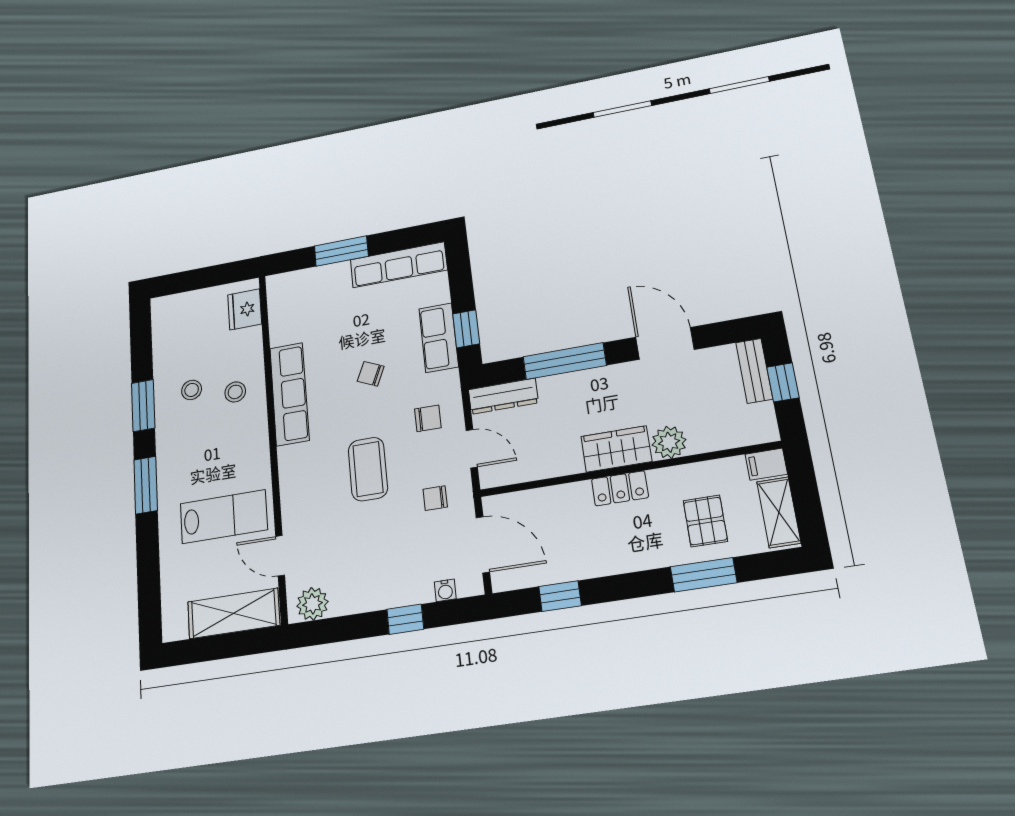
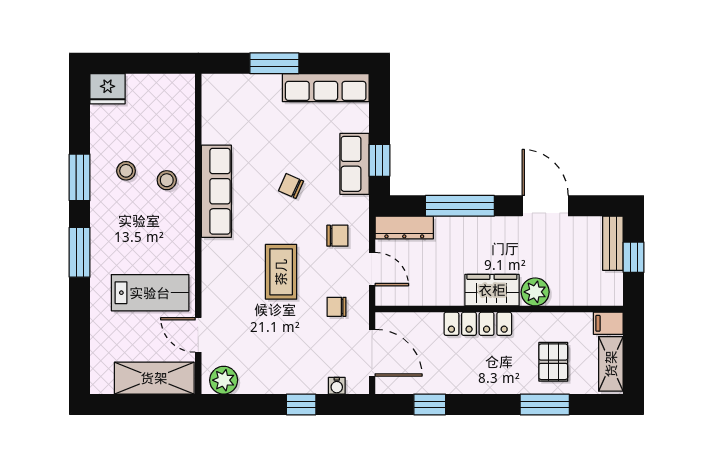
fridge: (245, 309) -> (108, 89), moved, turned -90
locker: (620, 488) -> (478, 324), width x1.53

